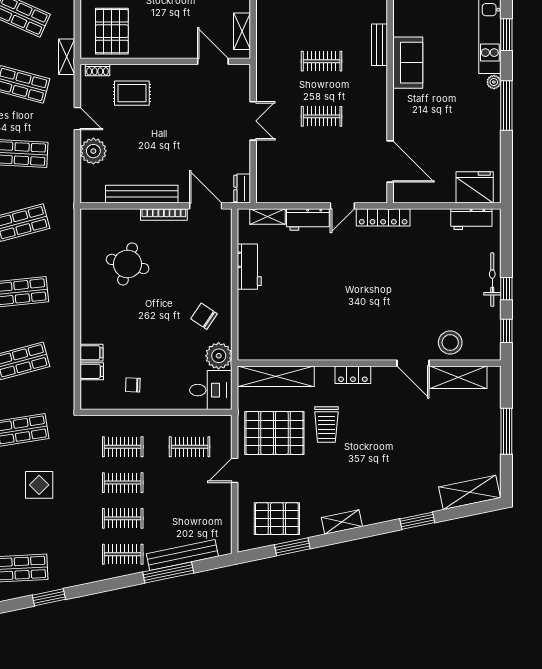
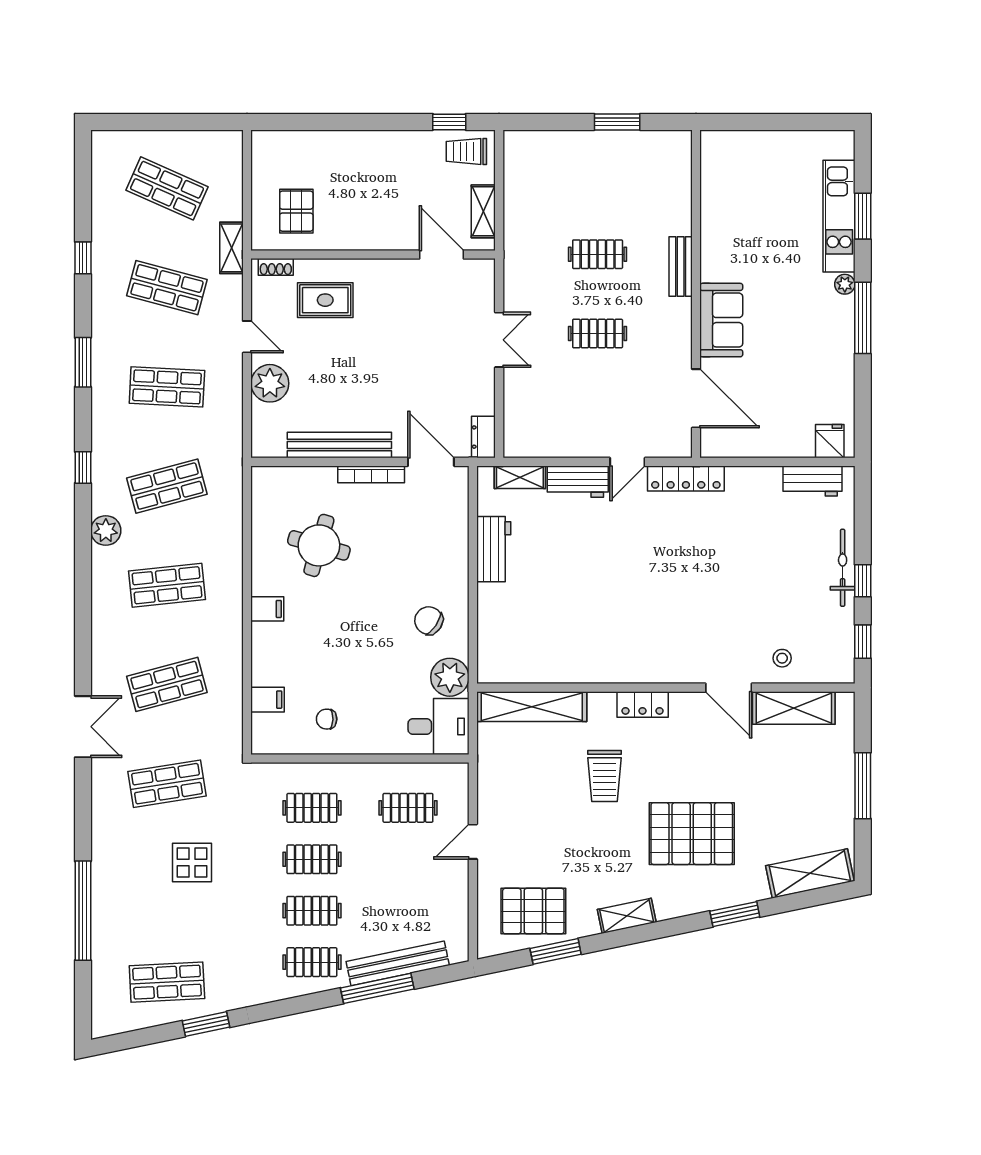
pallet: (112, 31) -> (296, 211), width x0.67, depth x0.71
bench: (379, 45) -> (681, 266), moved
sofa: (408, 63) -> (721, 320), moved
fridge: (475, 187) -> (830, 441), width x0.53, depth x0.75
stool: (450, 343) -> (782, 658), width x0.53, depth x0.53
filing cabinet: (92, 353) -> (267, 609), moved
pallet: (274, 433) -> (692, 834), moved

